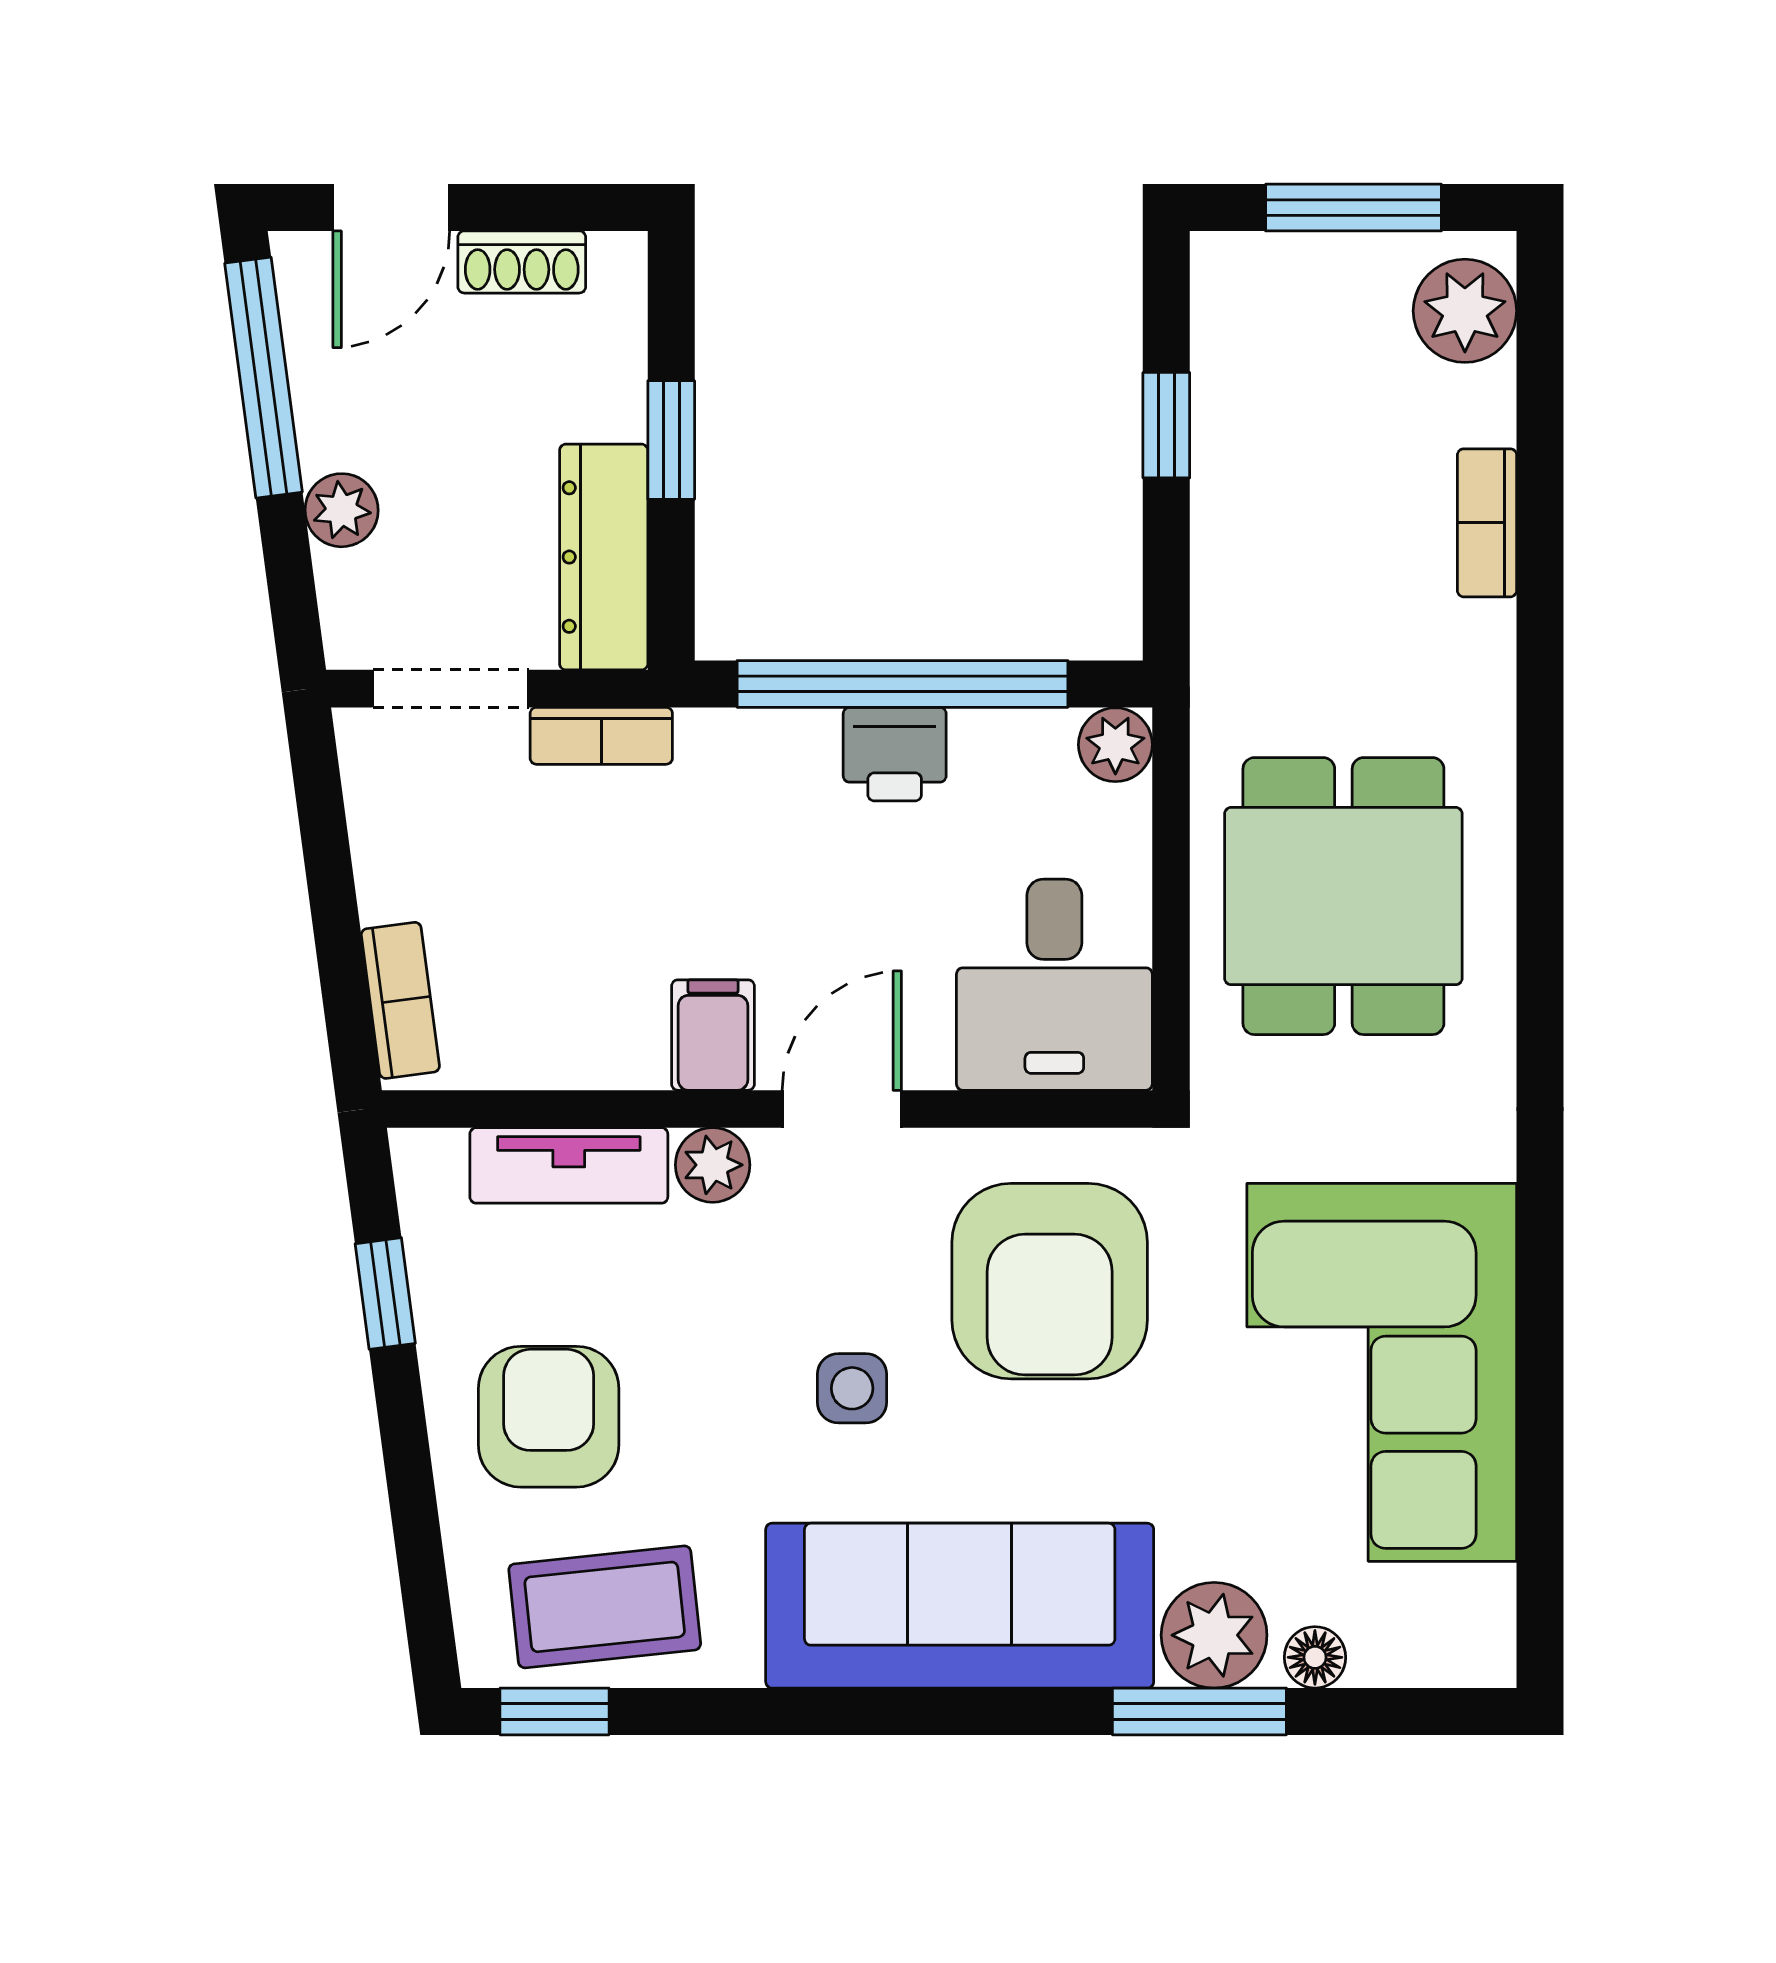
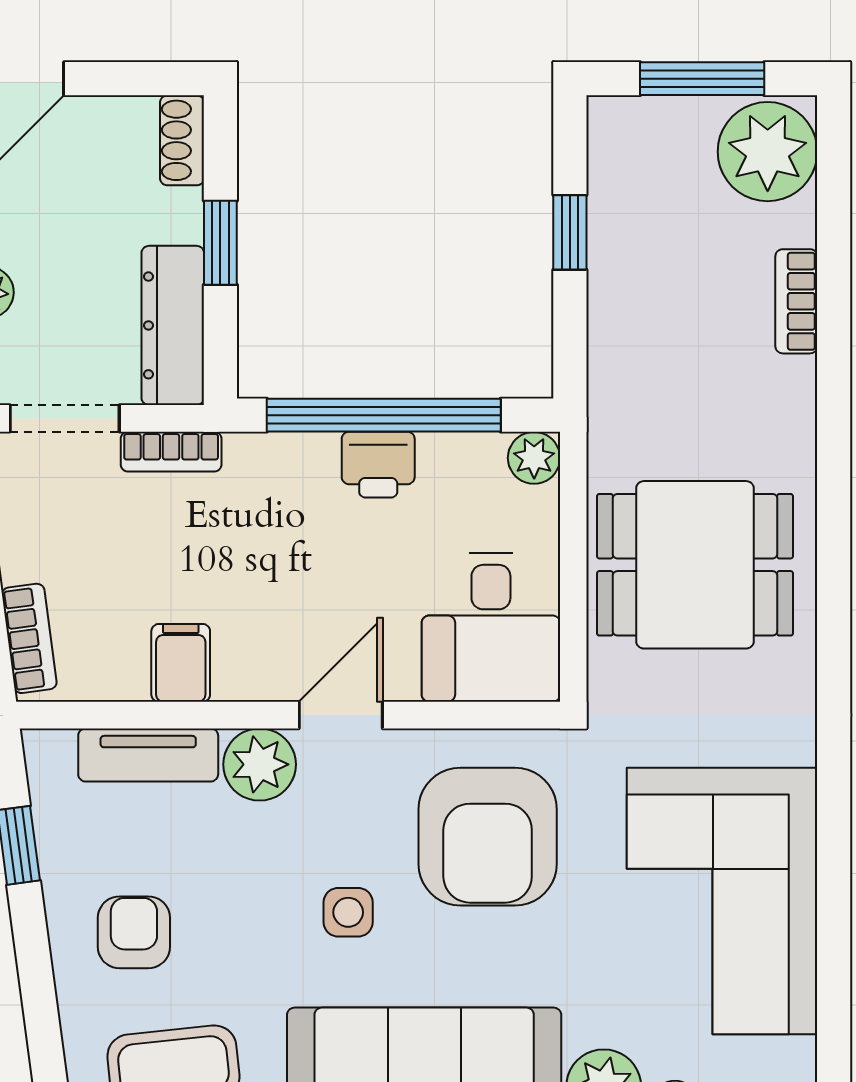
shoe rack: (522, 262) -> (182, 140), moved, turned 90
plant: (1465, 311) -> (768, 152), width x1.36, depth x1.36
dining table: (1343, 896) -> (695, 565), turned 90
filing cabinet: (713, 1035) -> (181, 663), moved
plant: (713, 1165) -> (260, 764), width x1.38, depth x1.38
armchair: (549, 1417) -> (134, 932), width x0.72, depth x0.72

